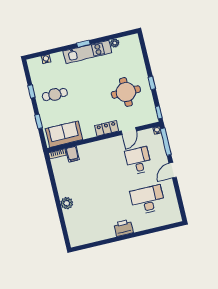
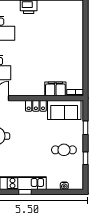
locker: (107, 128) -> (36, 106), moved
filing cabinet: (72, 154) -> (55, 89), width x2.00
plant: (67, 203) -> (77, 43), removed

